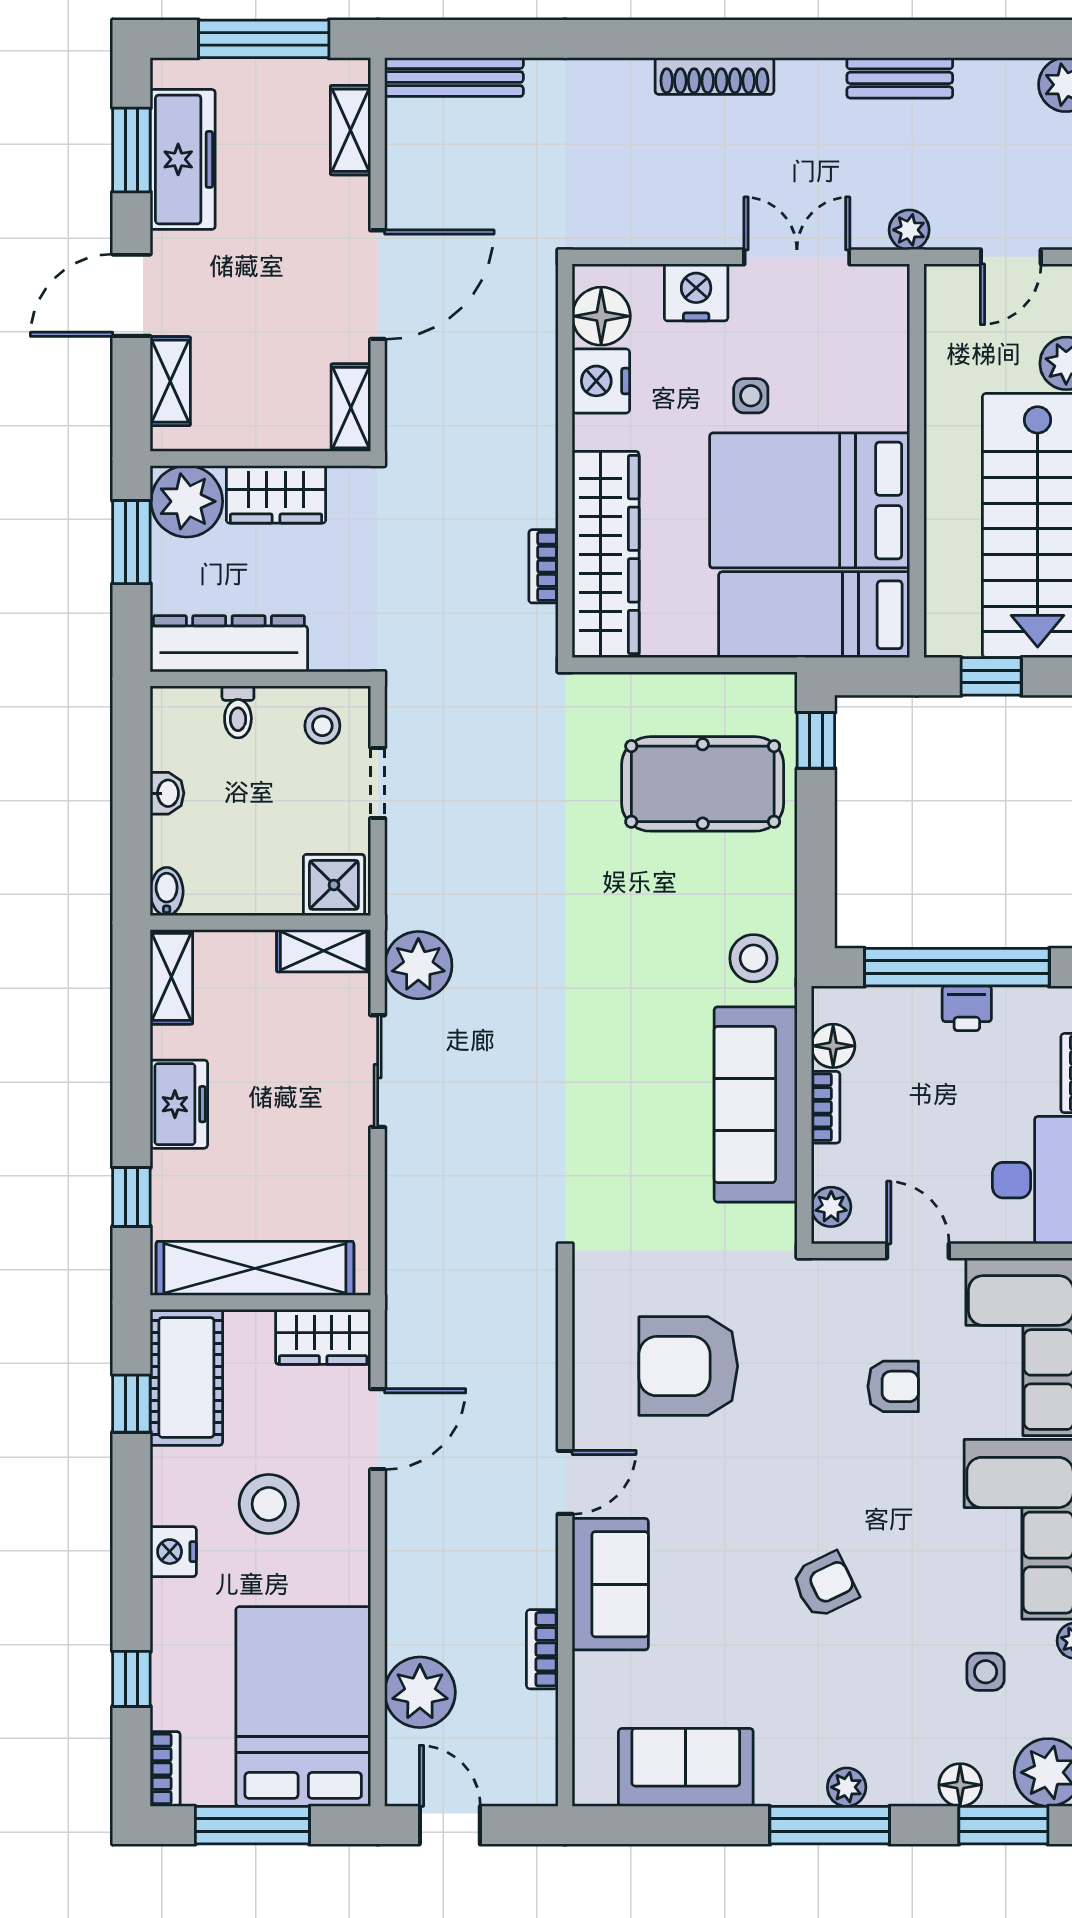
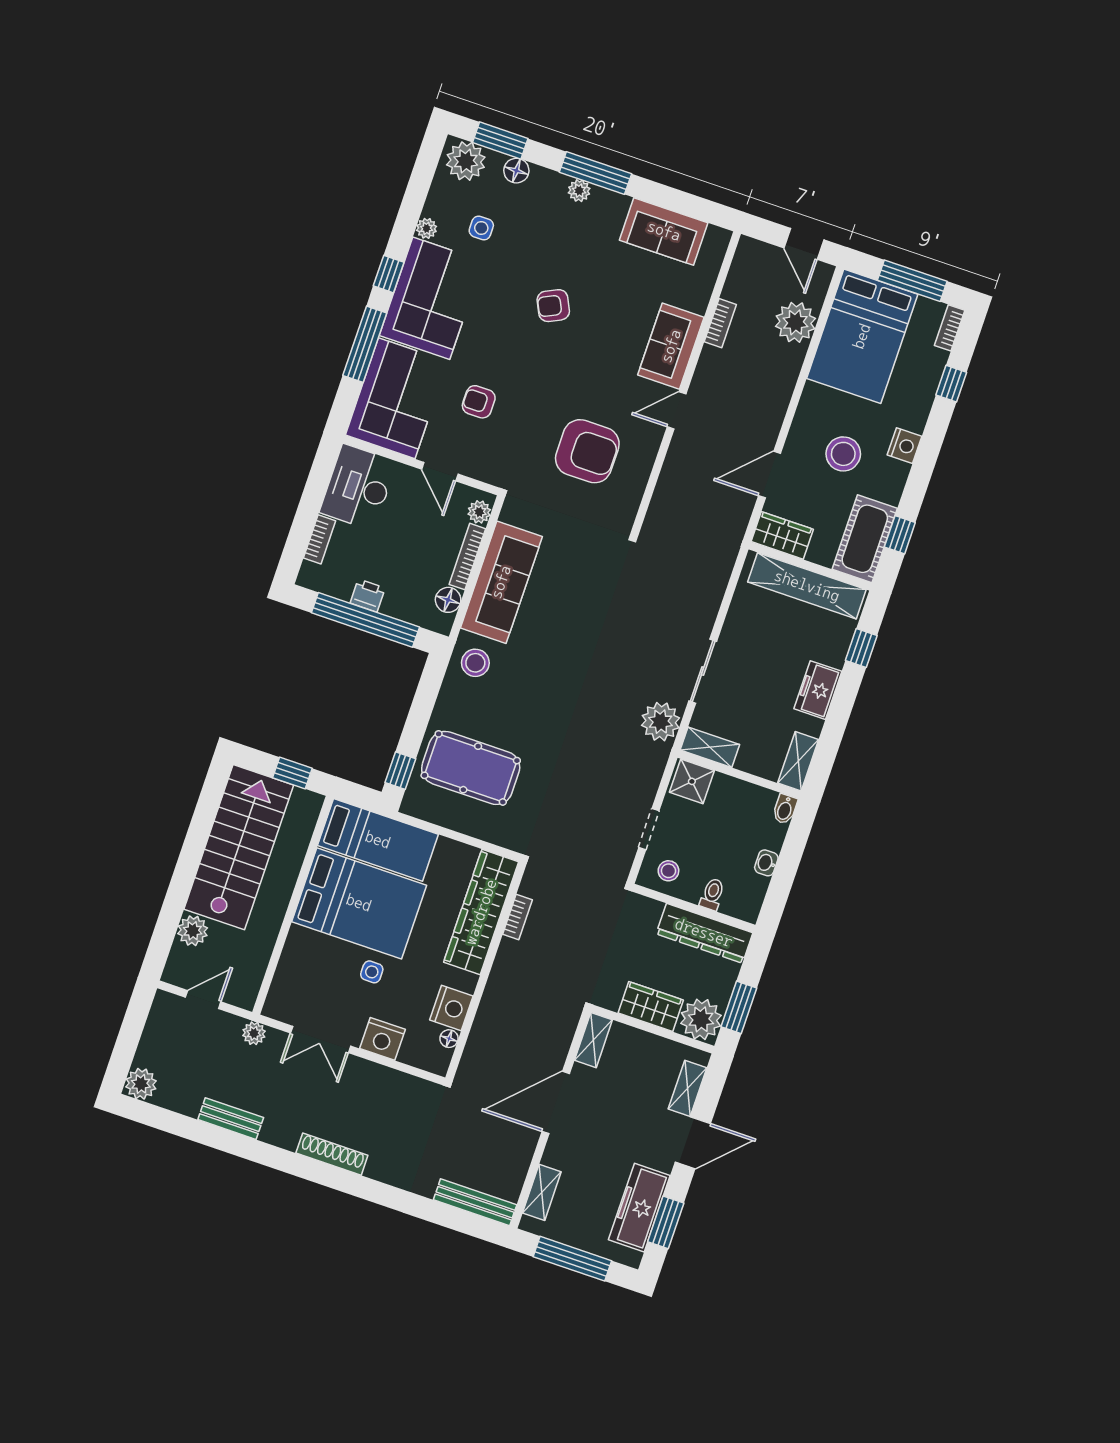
floor lamp: (601, 316) -> (449, 1039), width x0.53, depth x0.53
bookcase: (826, 1107) -> (467, 557), width x1.56

